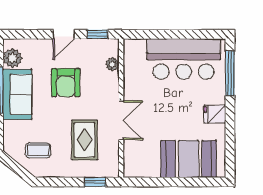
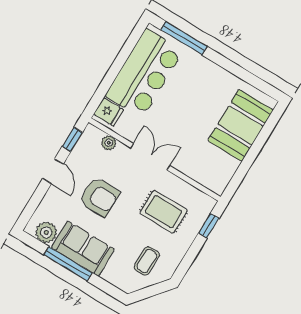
fridge: (215, 114) -> (109, 112), moved, turned -90
double door: (121, 120) -> (150, 157), moved

